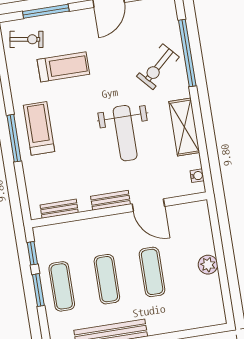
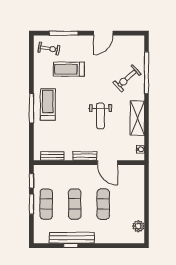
treadmill: (63, 67) -> (69, 69), turned 180
weight bench: (125, 133) -> (100, 116), width x0.73, depth x0.75
plant: (208, 265) -> (138, 226), moved

